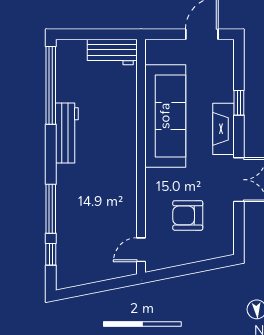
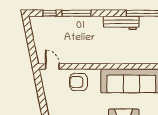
armchair: (188, 215) -> (79, 82), moved, turned -90

